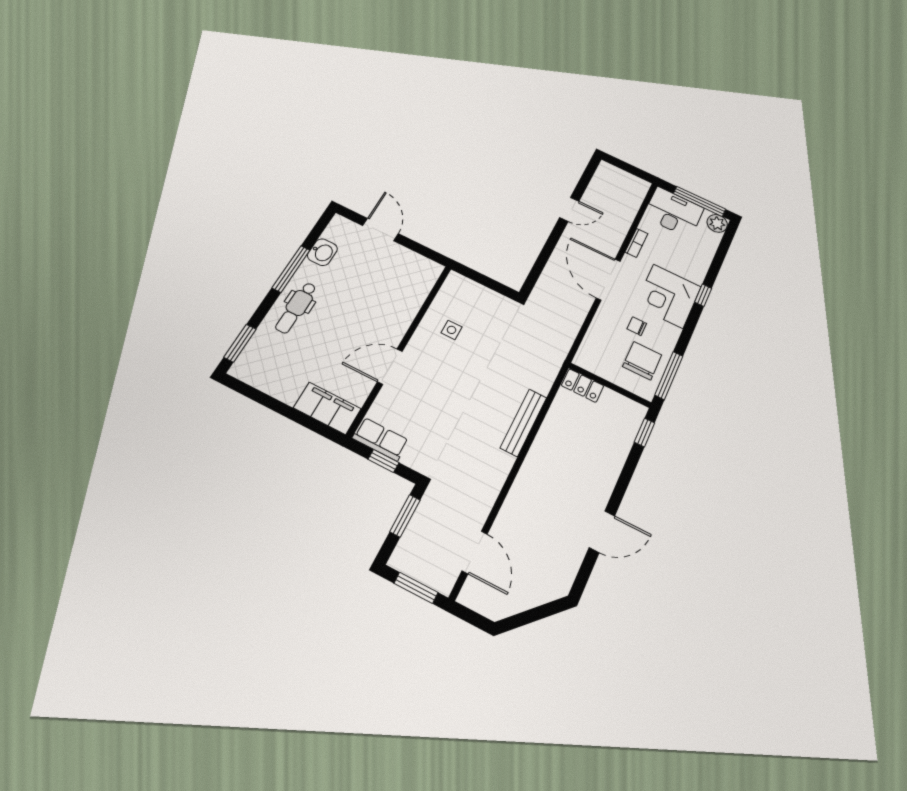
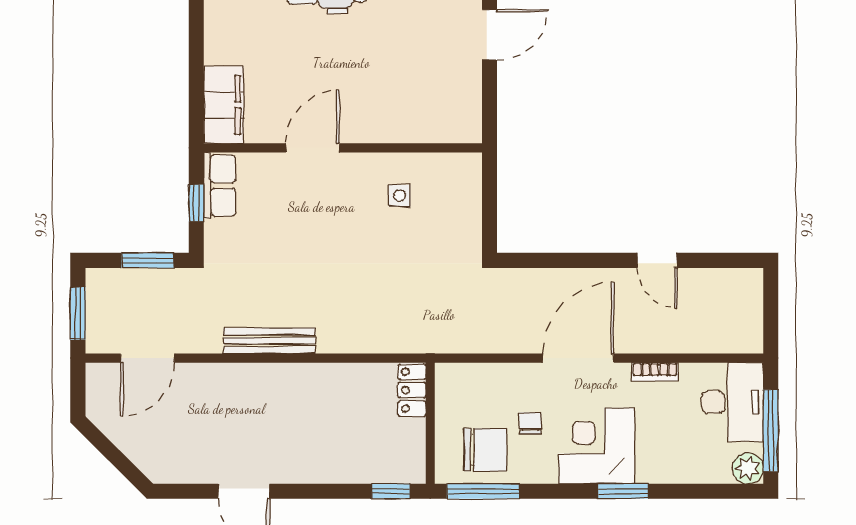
window: (703, 295) -> (623, 491), width x1.50
door: (390, 367) -> (313, 148), hinge flipped
bench: (524, 423) -> (269, 341), moved

